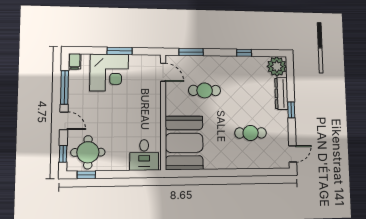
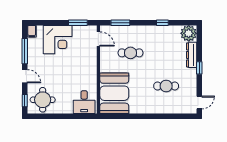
window: (120, 51) -> (78, 23), moved
window: (86, 175) -> (42, 116), removed

